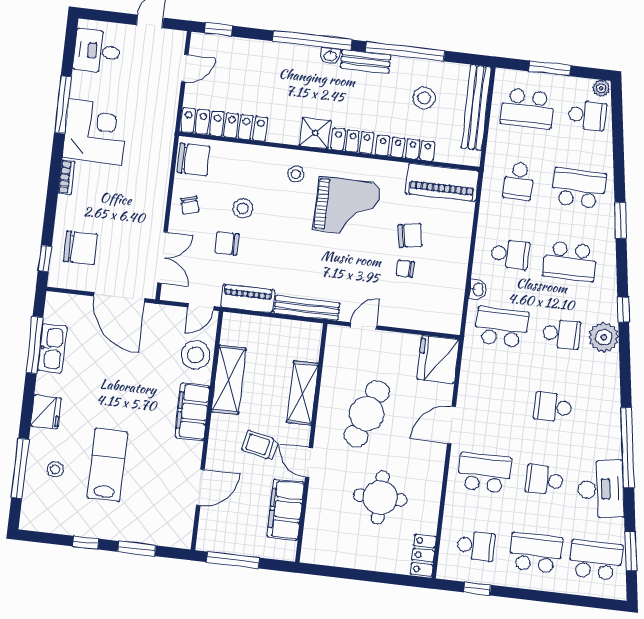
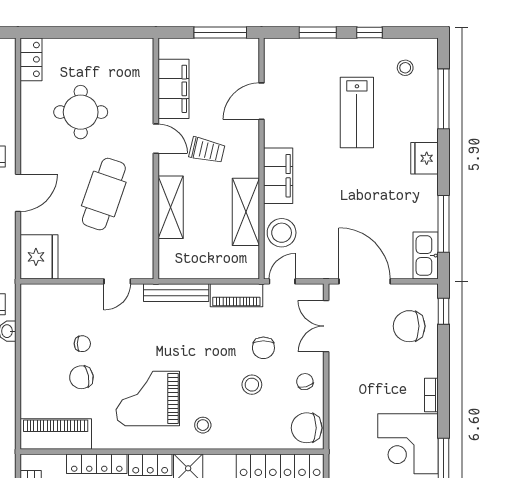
chair: (227, 243) -> (263, 348), turned 90
kitchen sink: (52, 348) -> (426, 256), moved
stool: (55, 469) -> (405, 68), moved

